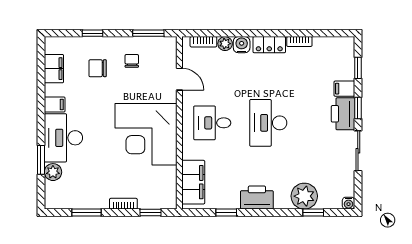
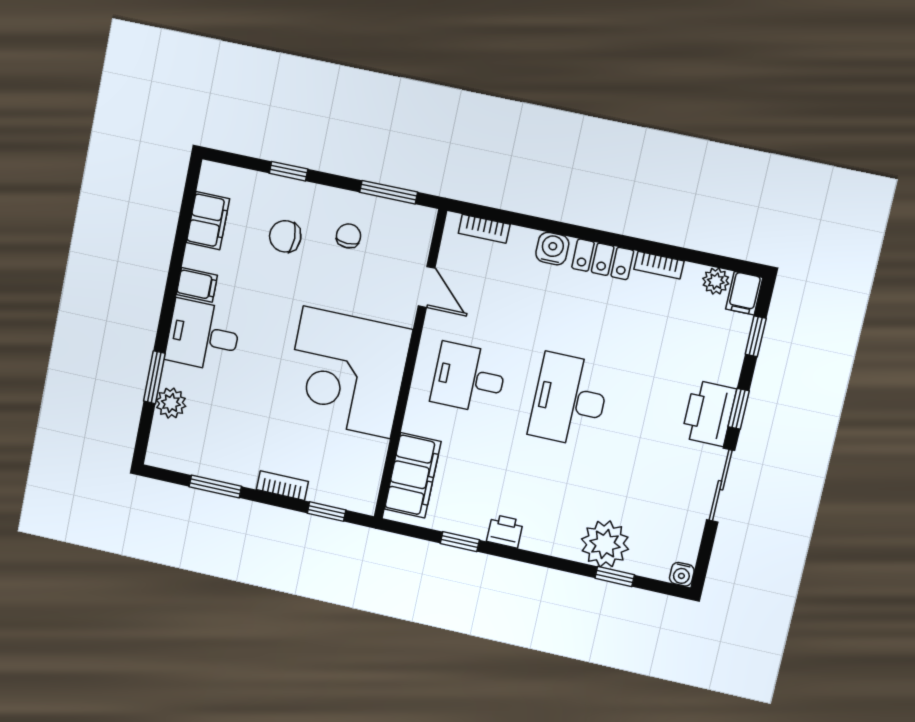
plant: (225, 44) -> (716, 281), moved
filing cabinet: (344, 89) -> (744, 293), moved, turned -90
desk: (63, 138) -> (203, 335), width x0.73
printer: (257, 198) -> (505, 531), width x0.53, depth x0.68

